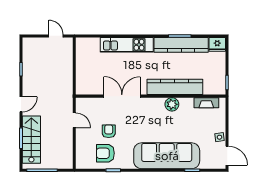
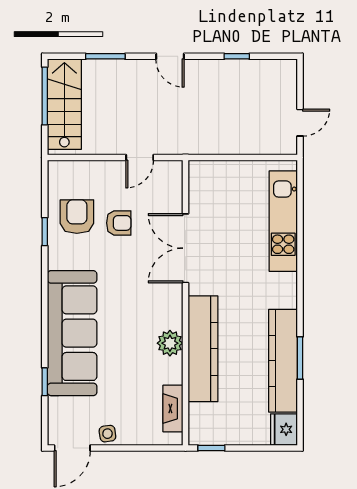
kitchen unit: (127, 45) -> (283, 221), moved
double door: (122, 96) -> (186, 248), swing flipped
stairs: (31, 140) -> (64, 104), moved, turned -90

